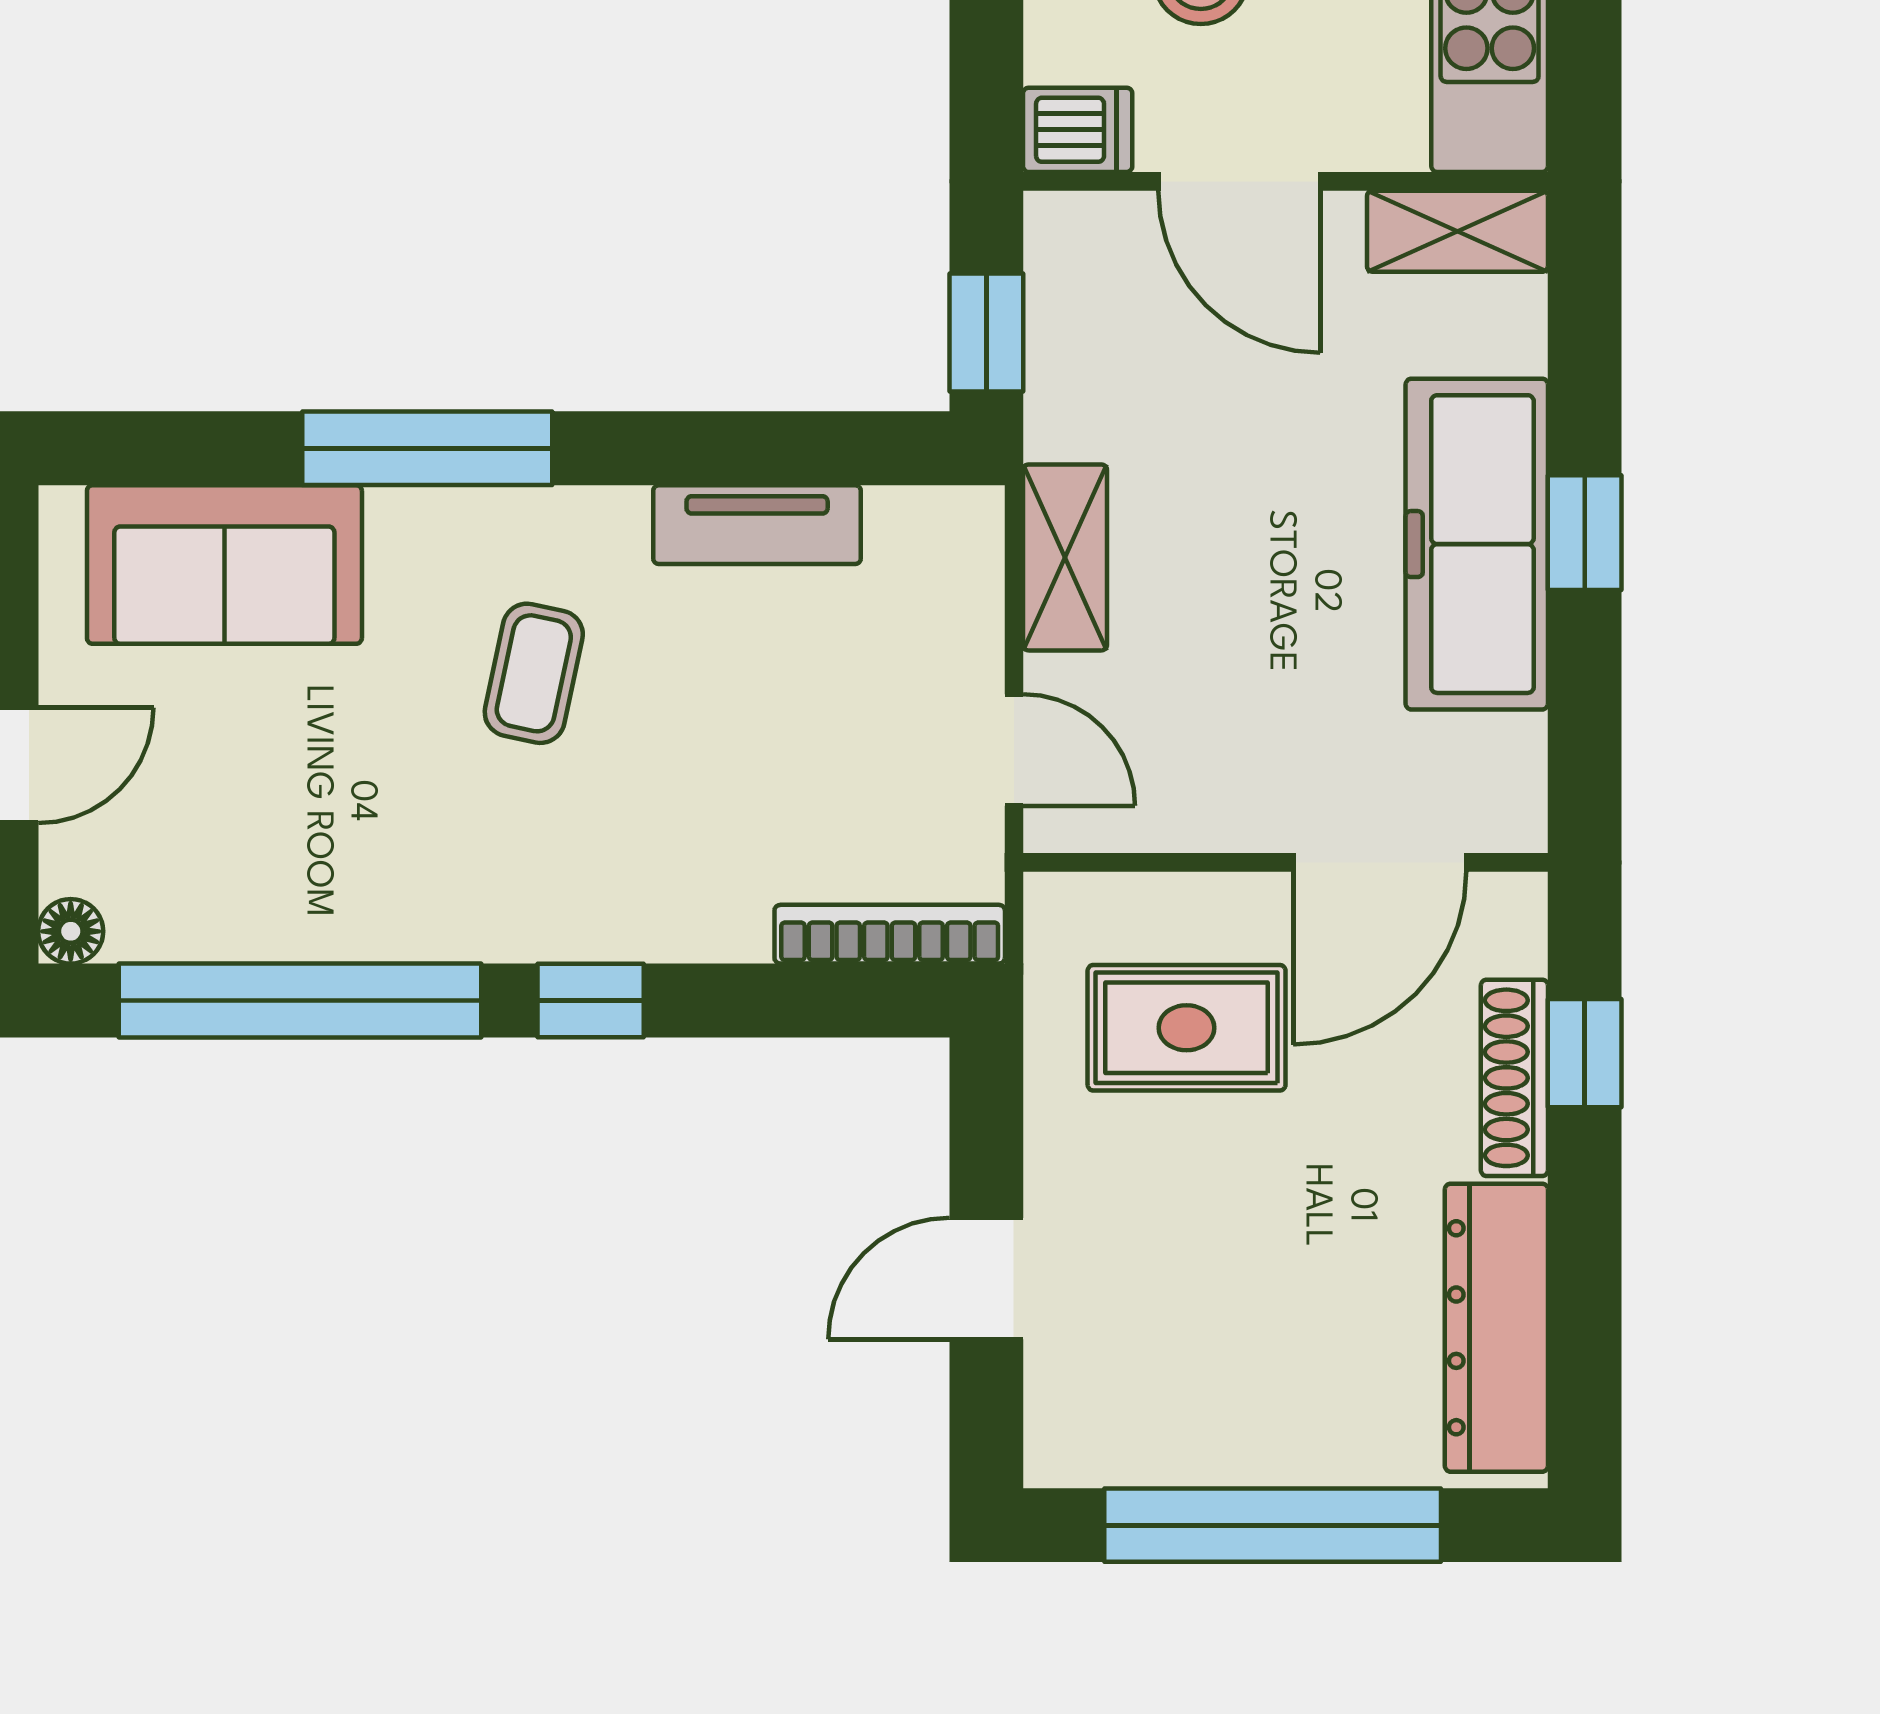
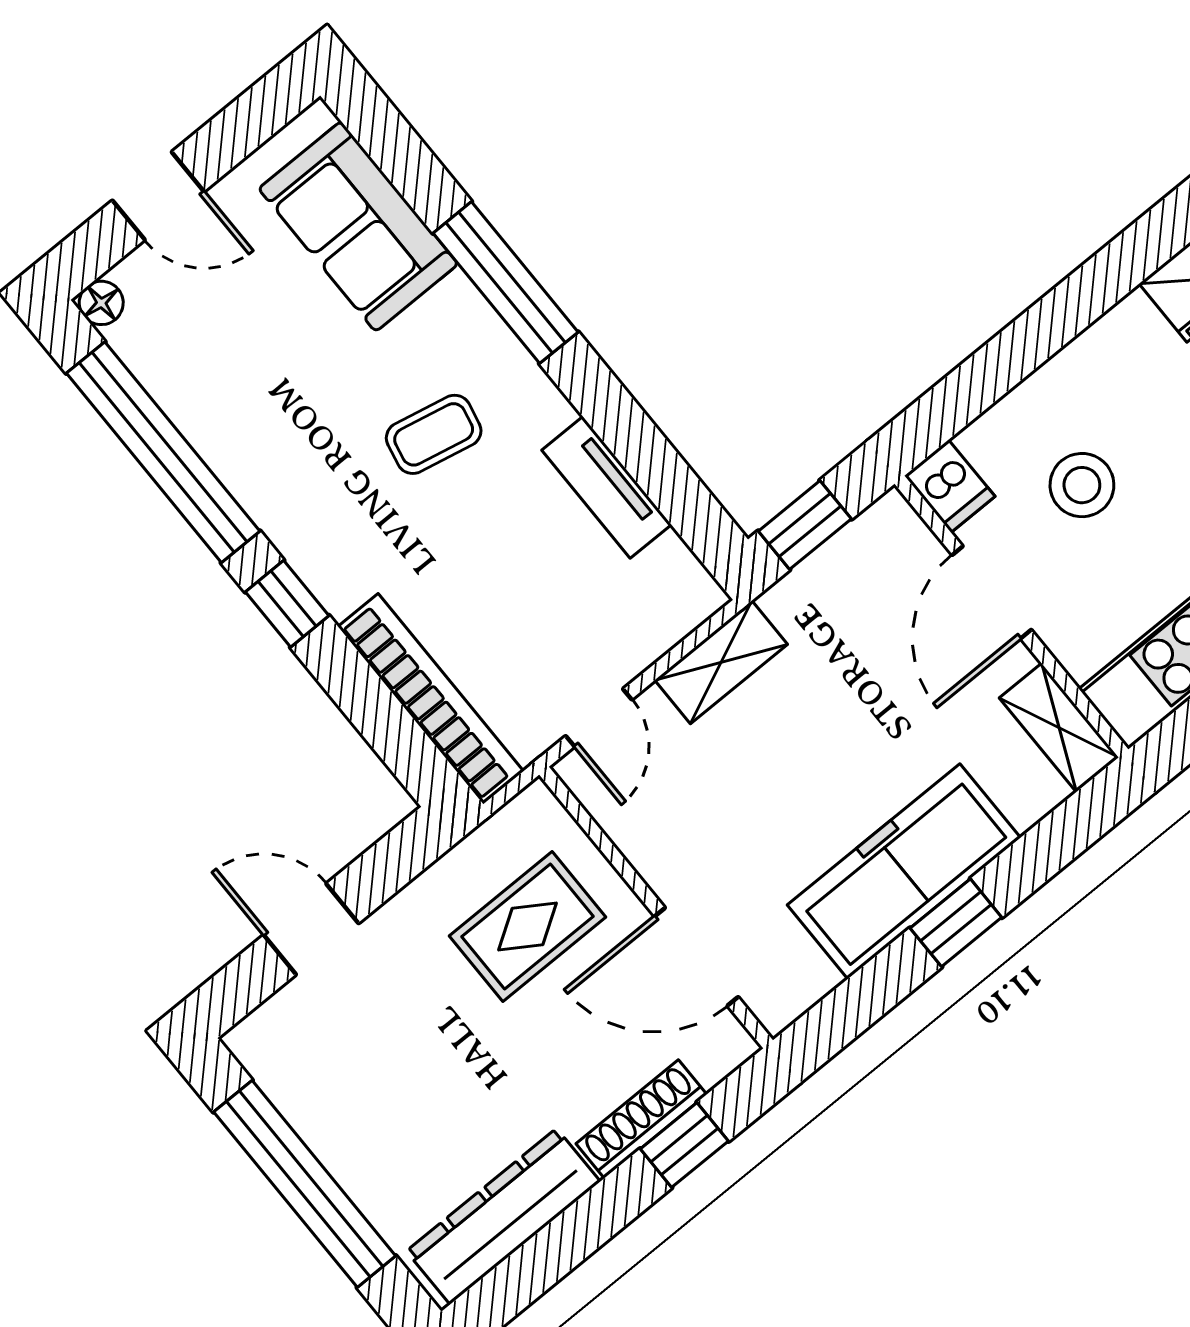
bookcase: (890, 934) -> (431, 699), width x1.48, depth x1.31
rug: (1187, 1028) -> (527, 926), turned 90

